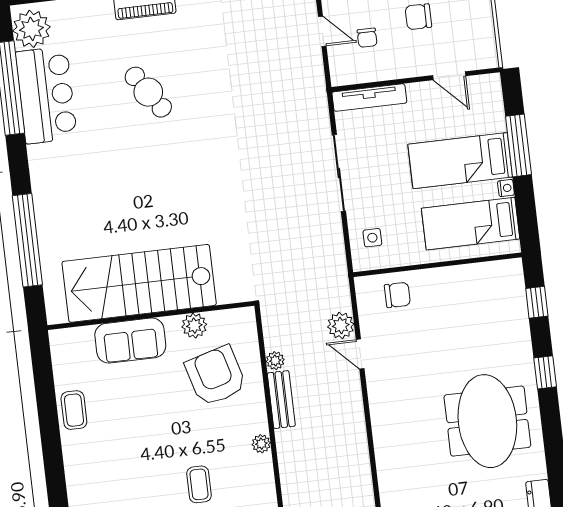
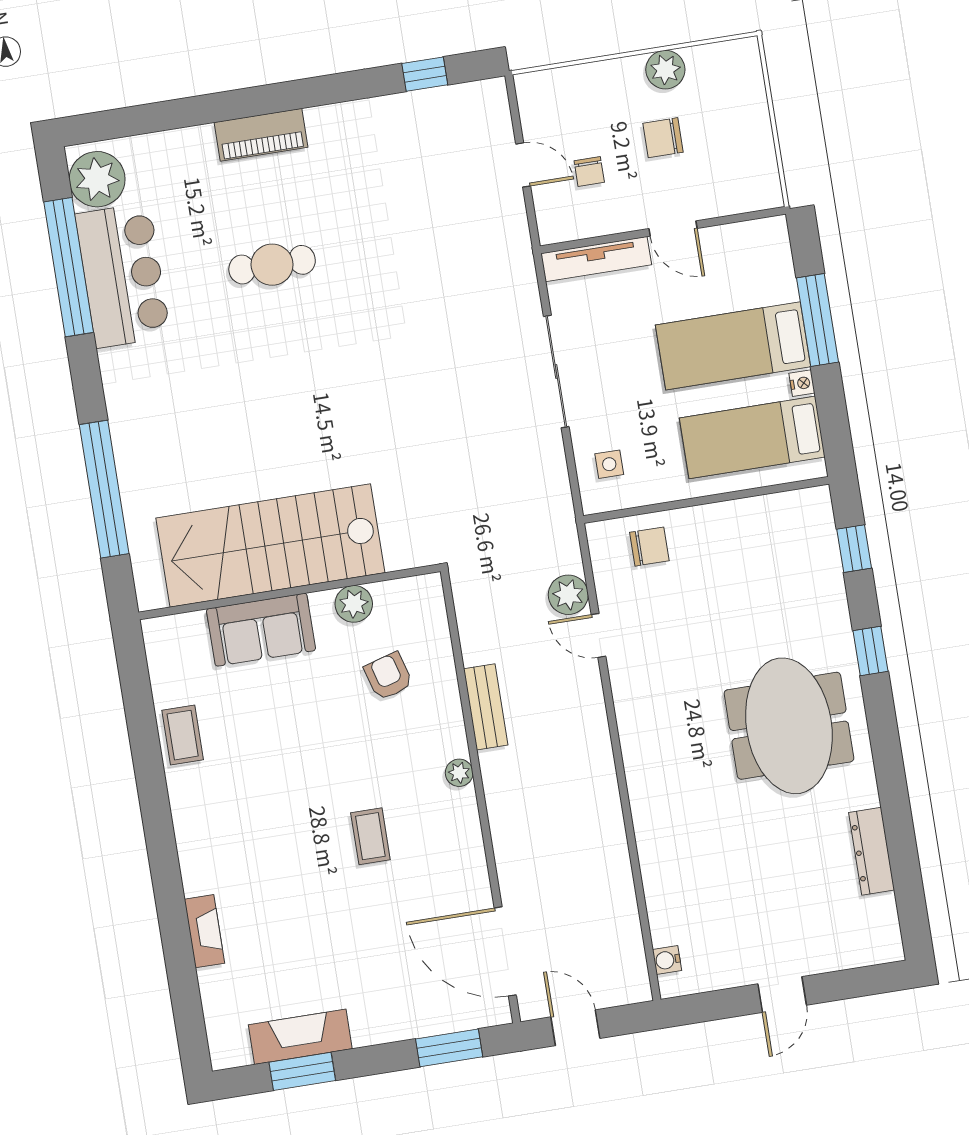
door: (449, 76) -> (673, 228), moved
cafe table: (148, 92) -> (272, 265), turned -56
plant: (275, 361) -> (474, 650), removed
armchair: (216, 376) -> (388, 676), width x0.53, depth x0.53

